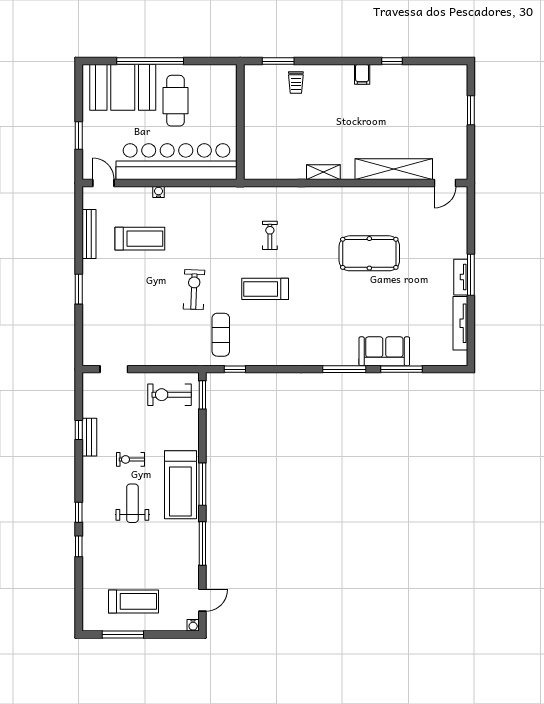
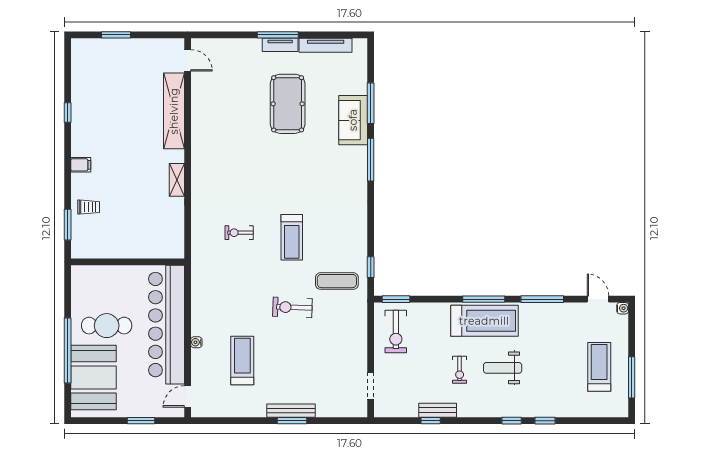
filing cabinet: (362, 74) -> (81, 165), moved
bench: (89, 234) -> (291, 411), moved
pool table: (369, 253) -> (288, 104), moved

